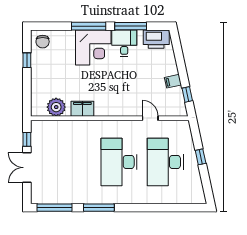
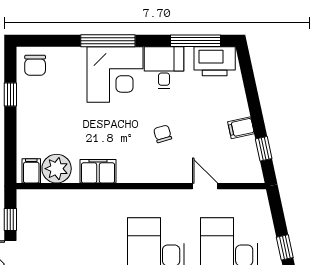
window: (131, 26) -> (195, 41), moved
chair: (123, 85) -> (163, 134), added
filing cabinet: (40, 109) -> (31, 171), added

